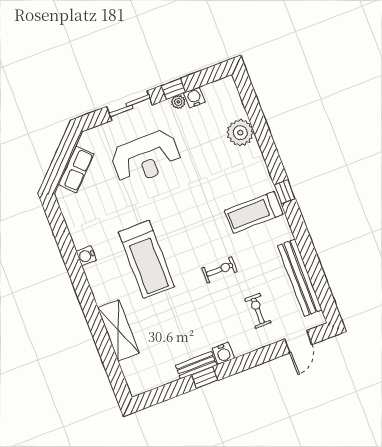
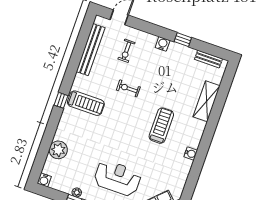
water cooler: (194, 98) -> (44, 180), moved
treadmill: (146, 259) -> (161, 126), width x0.73, depth x0.73
bench: (196, 365) -> (208, 59), moved

